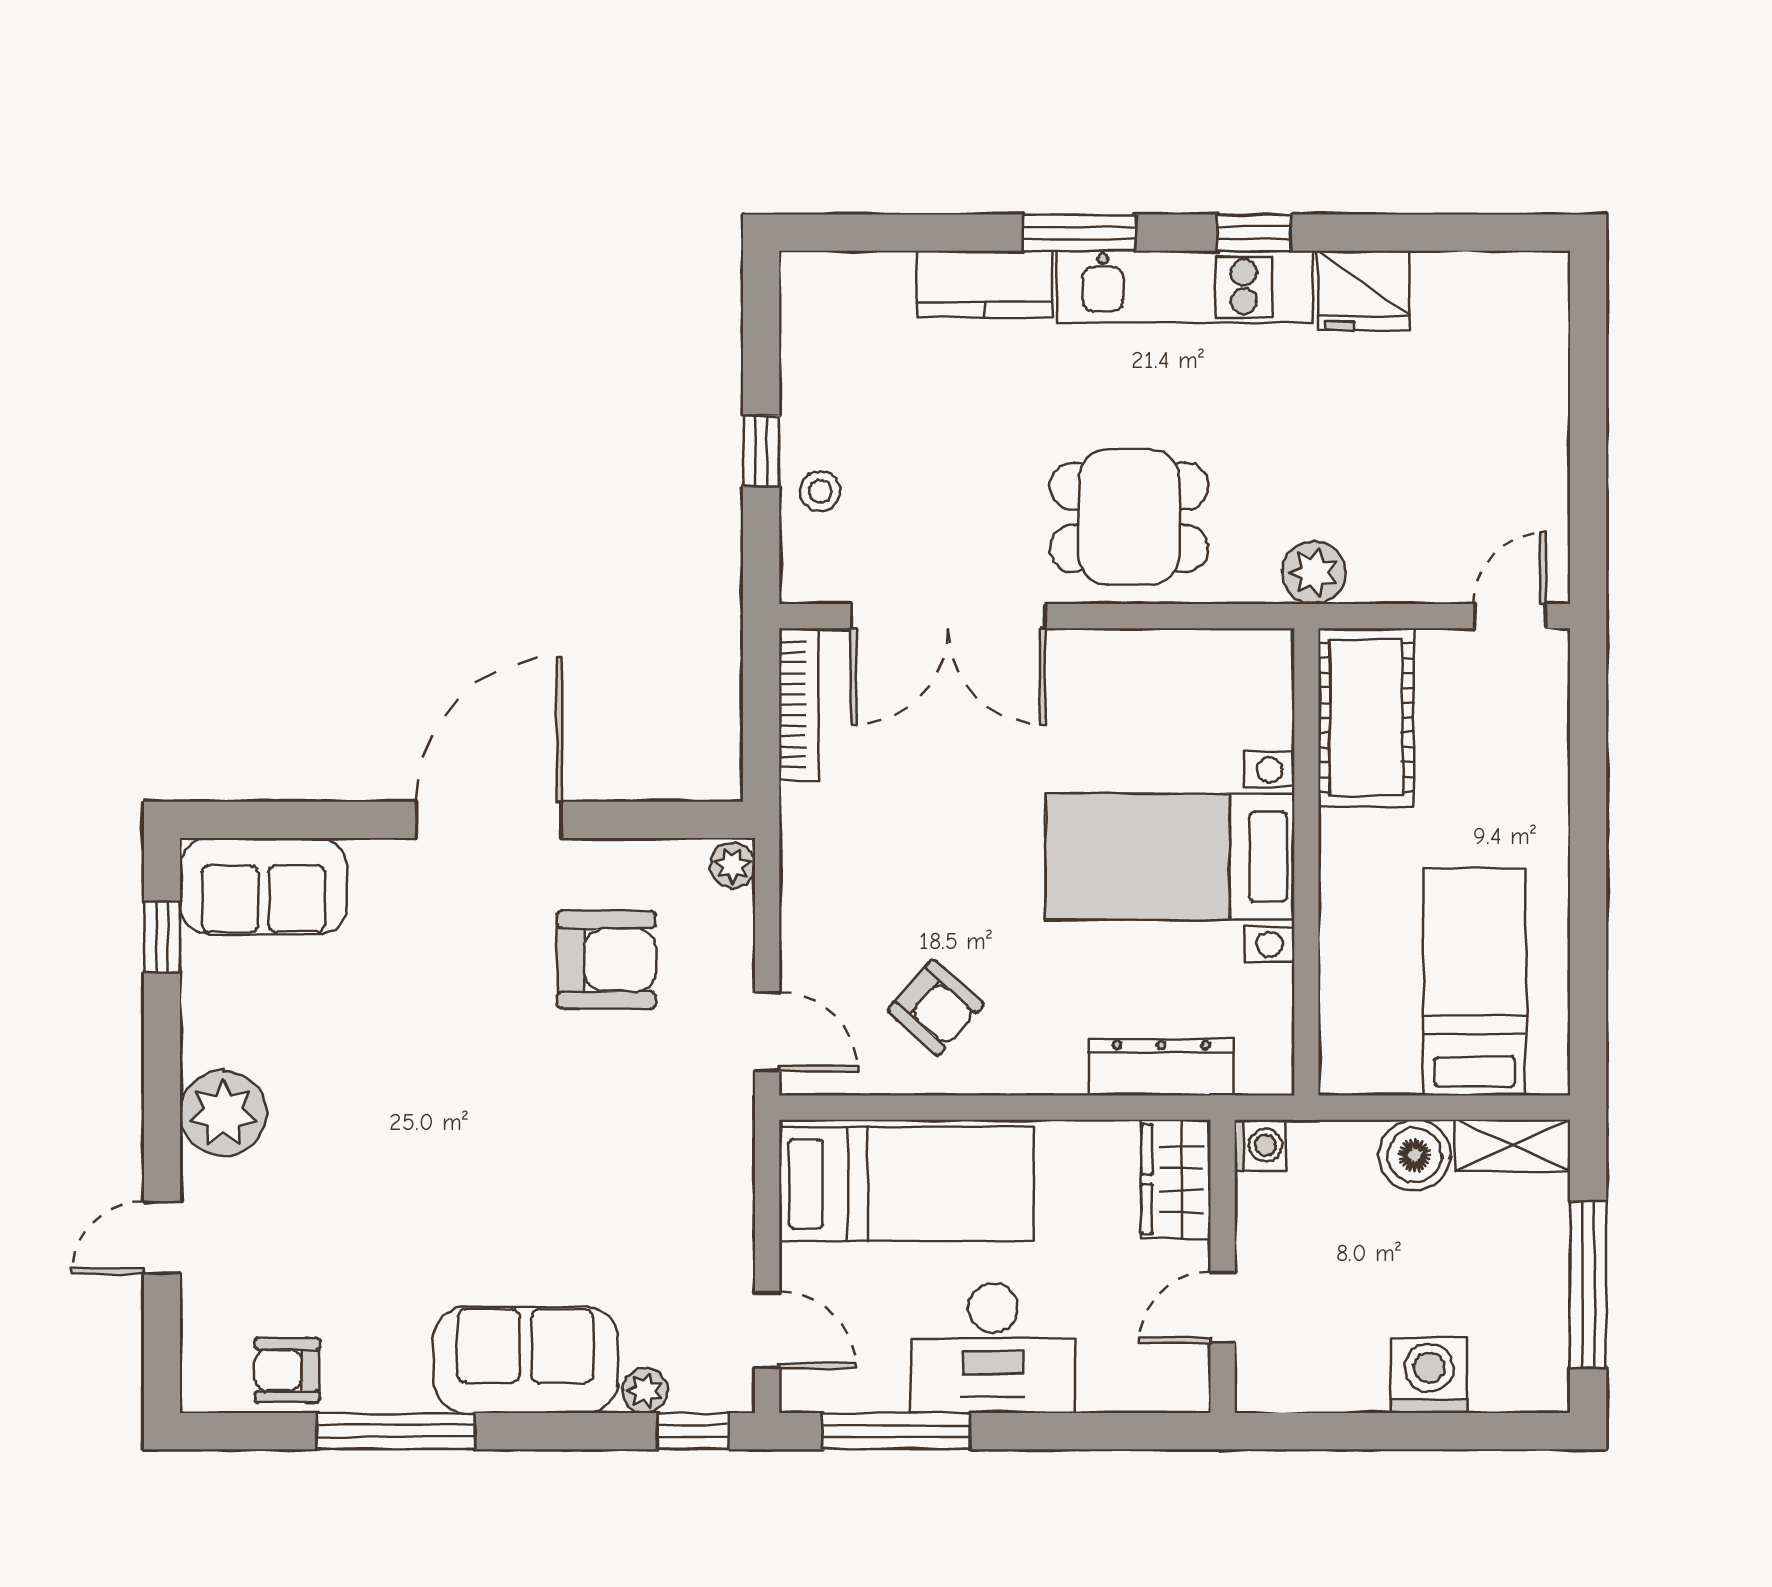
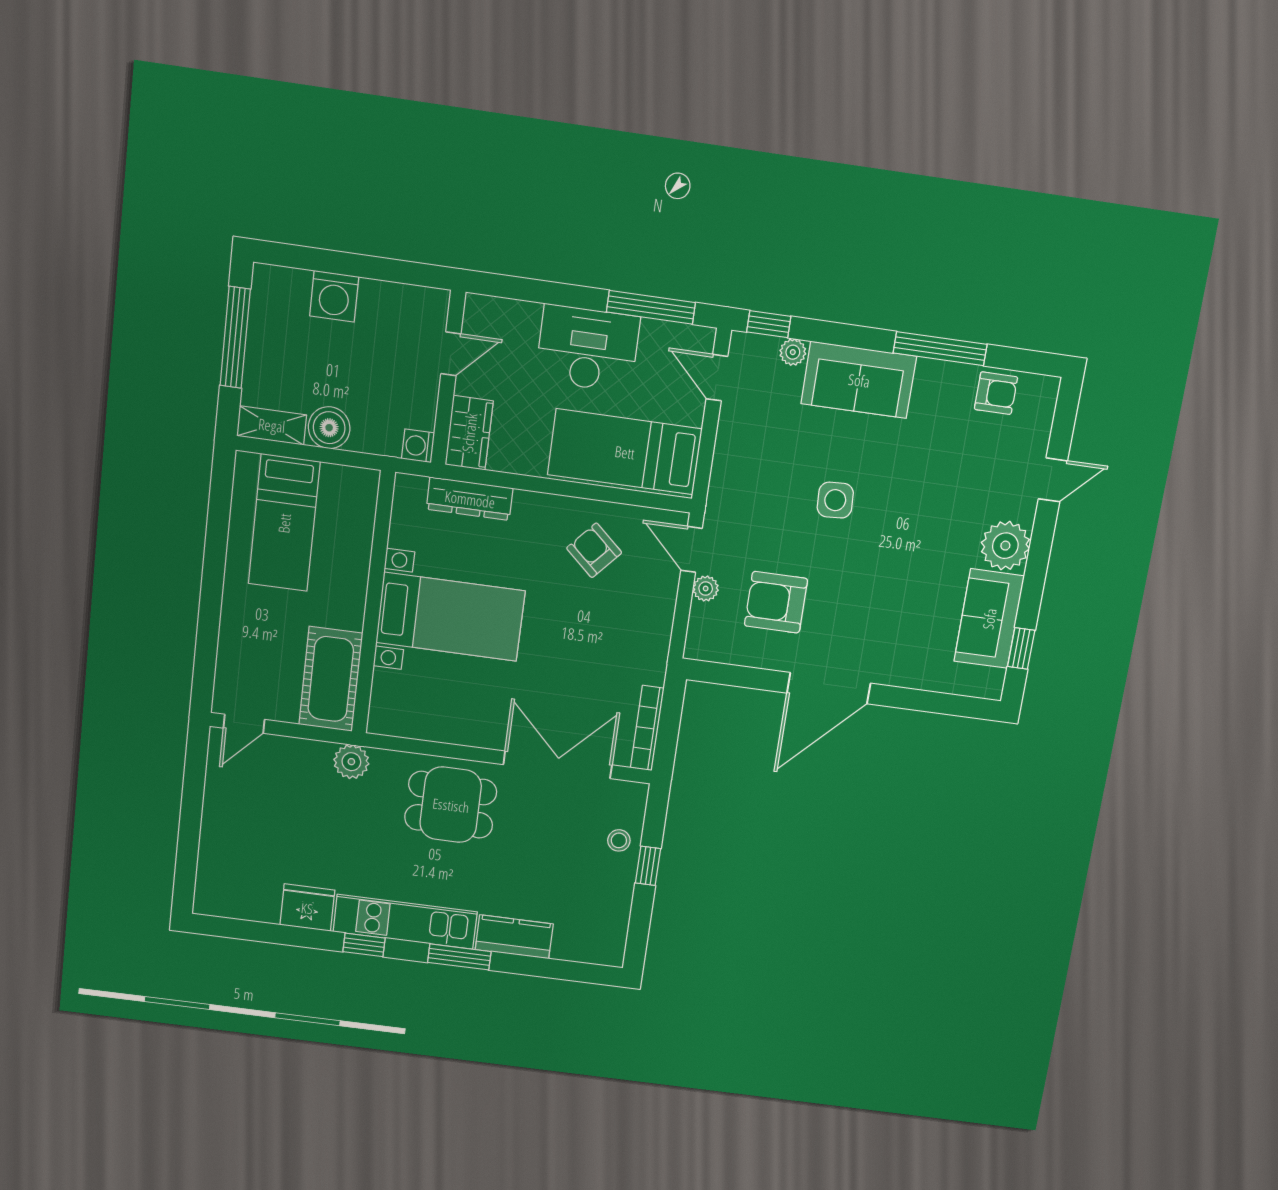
plant: (733, 866) -> (706, 589), moved
sofa: (263, 886) -> (989, 619), moved, turned -90
side table: (532, 1151) -> (835, 500), added

